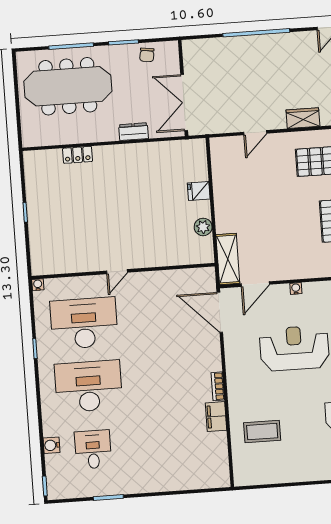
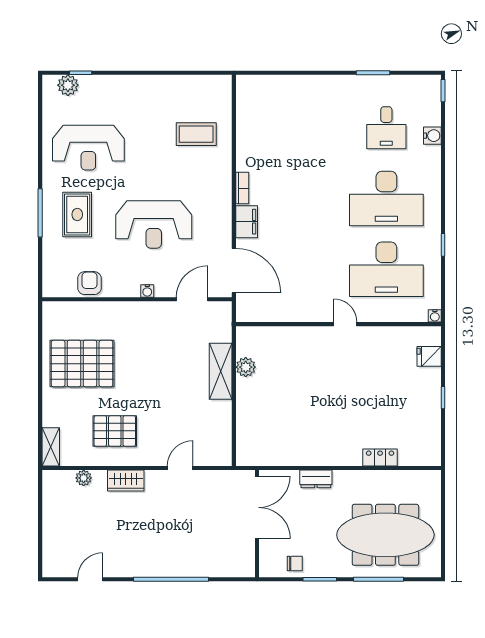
chair: (147, 55) -> (295, 564), turned 82
fridge: (199, 191) -> (429, 356), moved, turned 180
shelving: (228, 259) -> (221, 371), moved
door: (117, 272) -> (345, 324), hinge flipped
filing cabinet: (216, 417) -> (247, 222), moved

